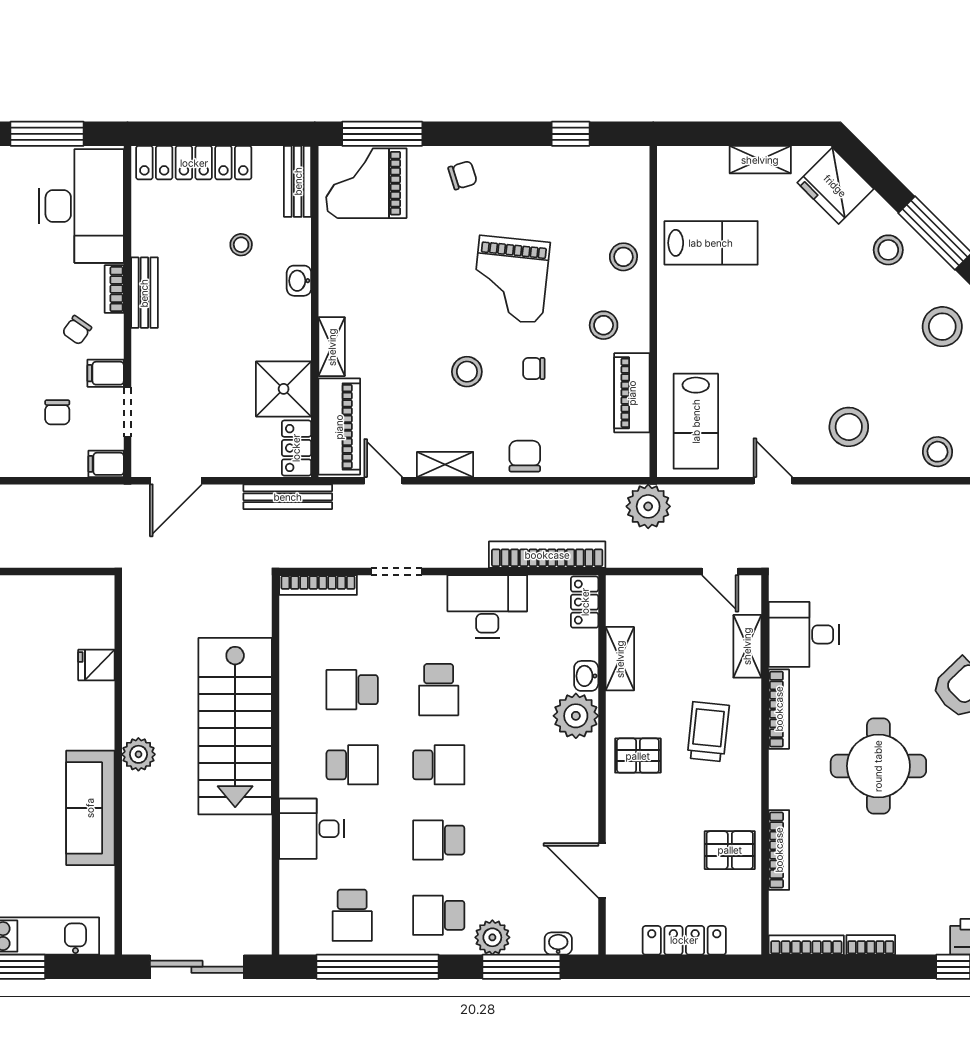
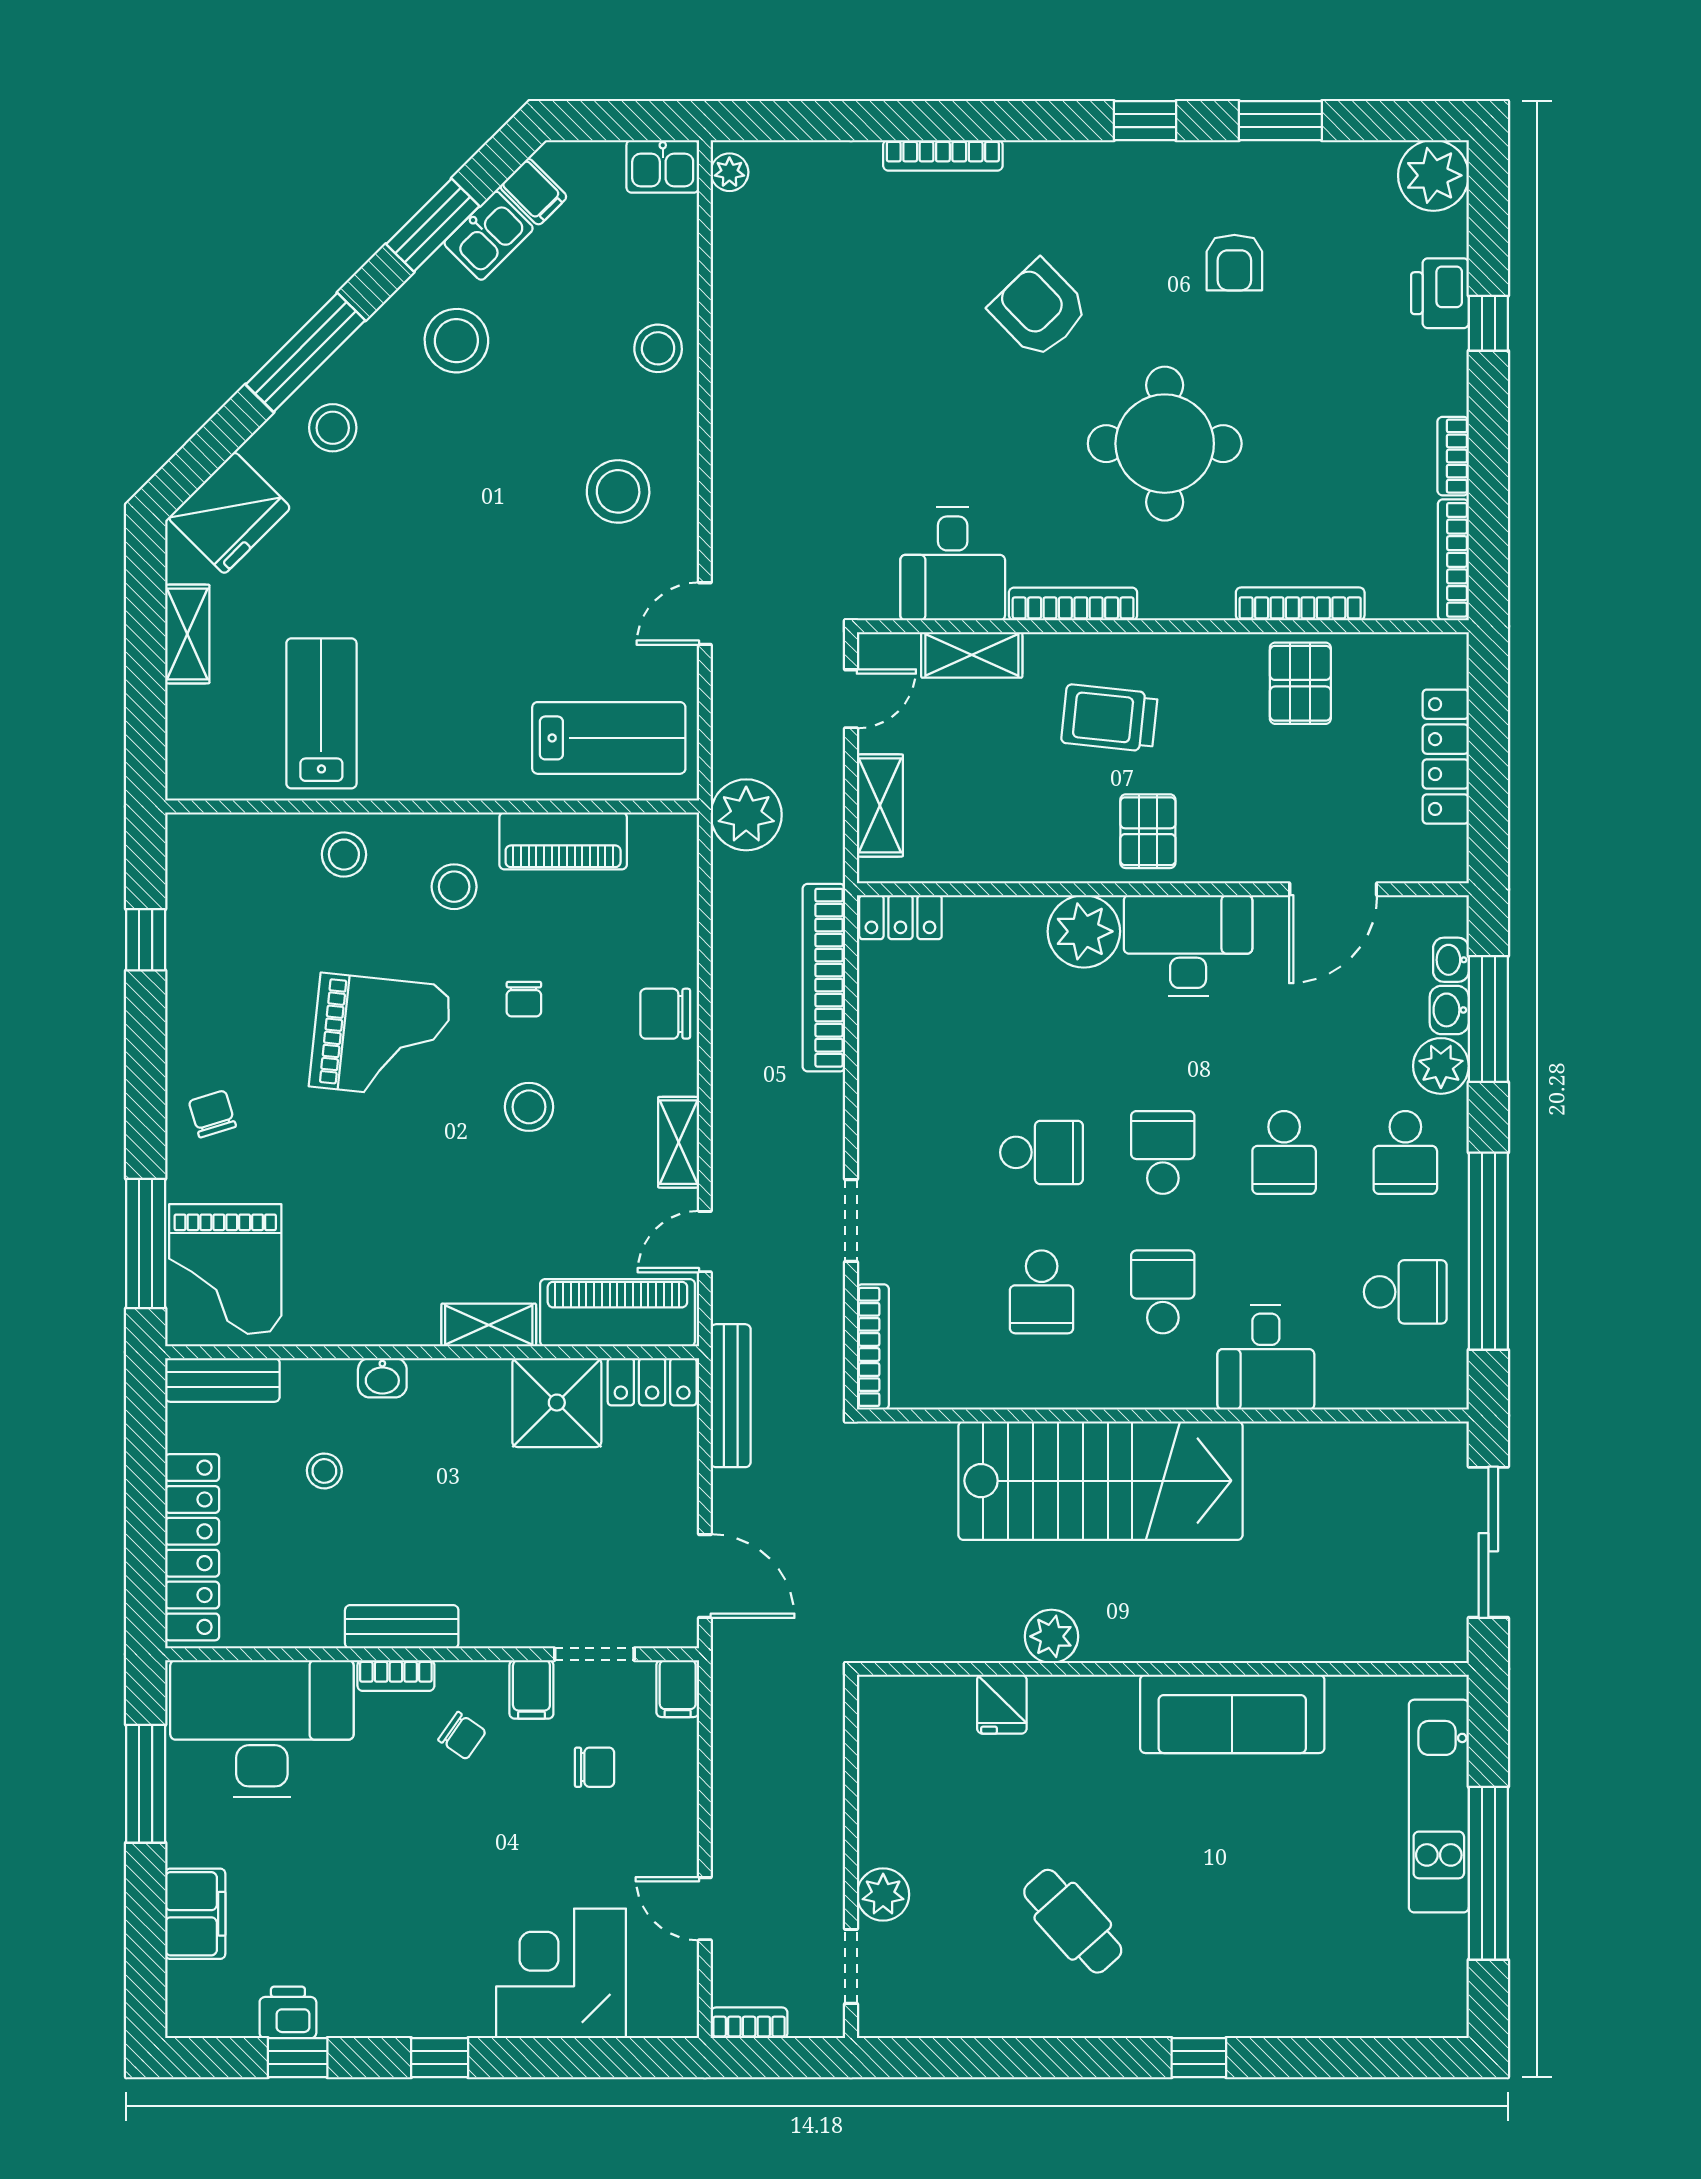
desk: (487, 606) -> (1188, 946), moved, turned 90
shelving: (620, 659) -> (880, 805), moved, turned 90
washbasin: (586, 676) -> (1449, 1010), moved, turned 90
plant: (138, 754) -> (1051, 1636), moved

